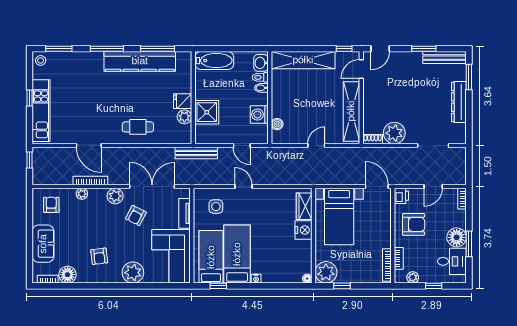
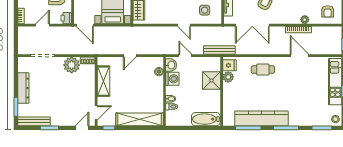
washbasin: (261, 63) -> (171, 65), moved
fridge: (183, 101) -> (229, 65), moved
shelving: (351, 111) -> (103, 81), width x0.68
plant: (115, 196) -> (280, 18), removed

